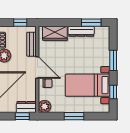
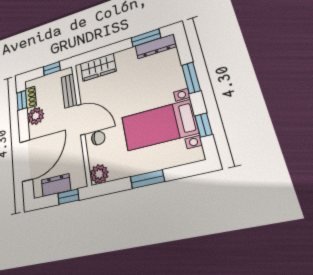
dresser: (81, 31) -> (155, 46), moved
dresser: (26, 107) -> (56, 185), moved

